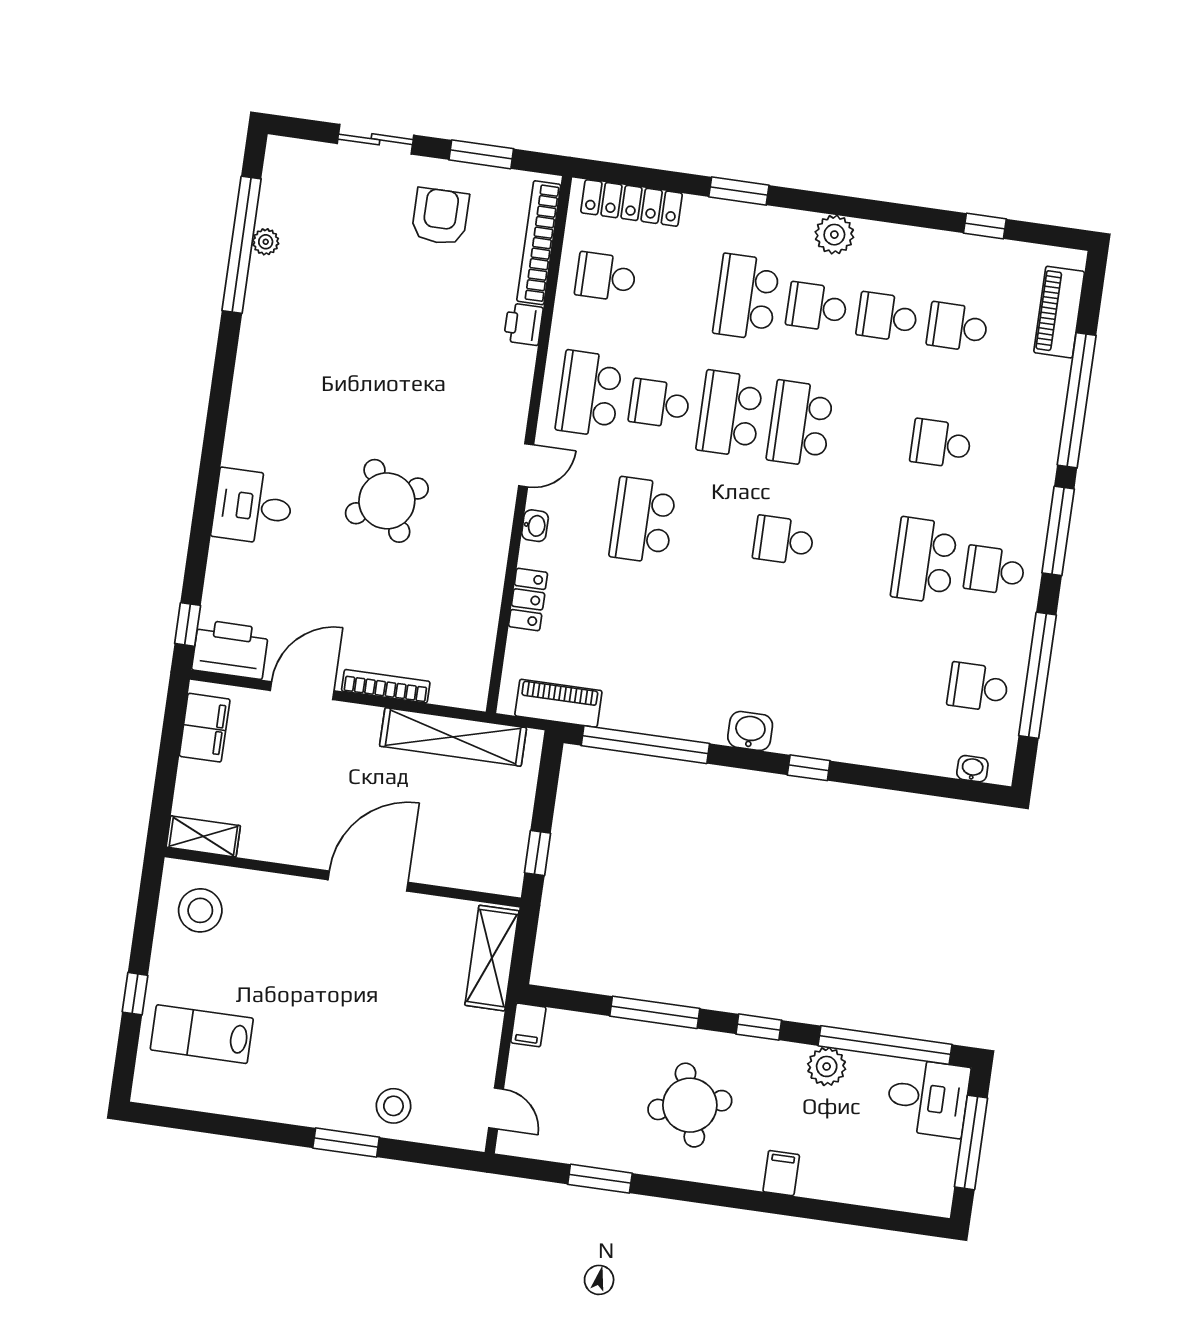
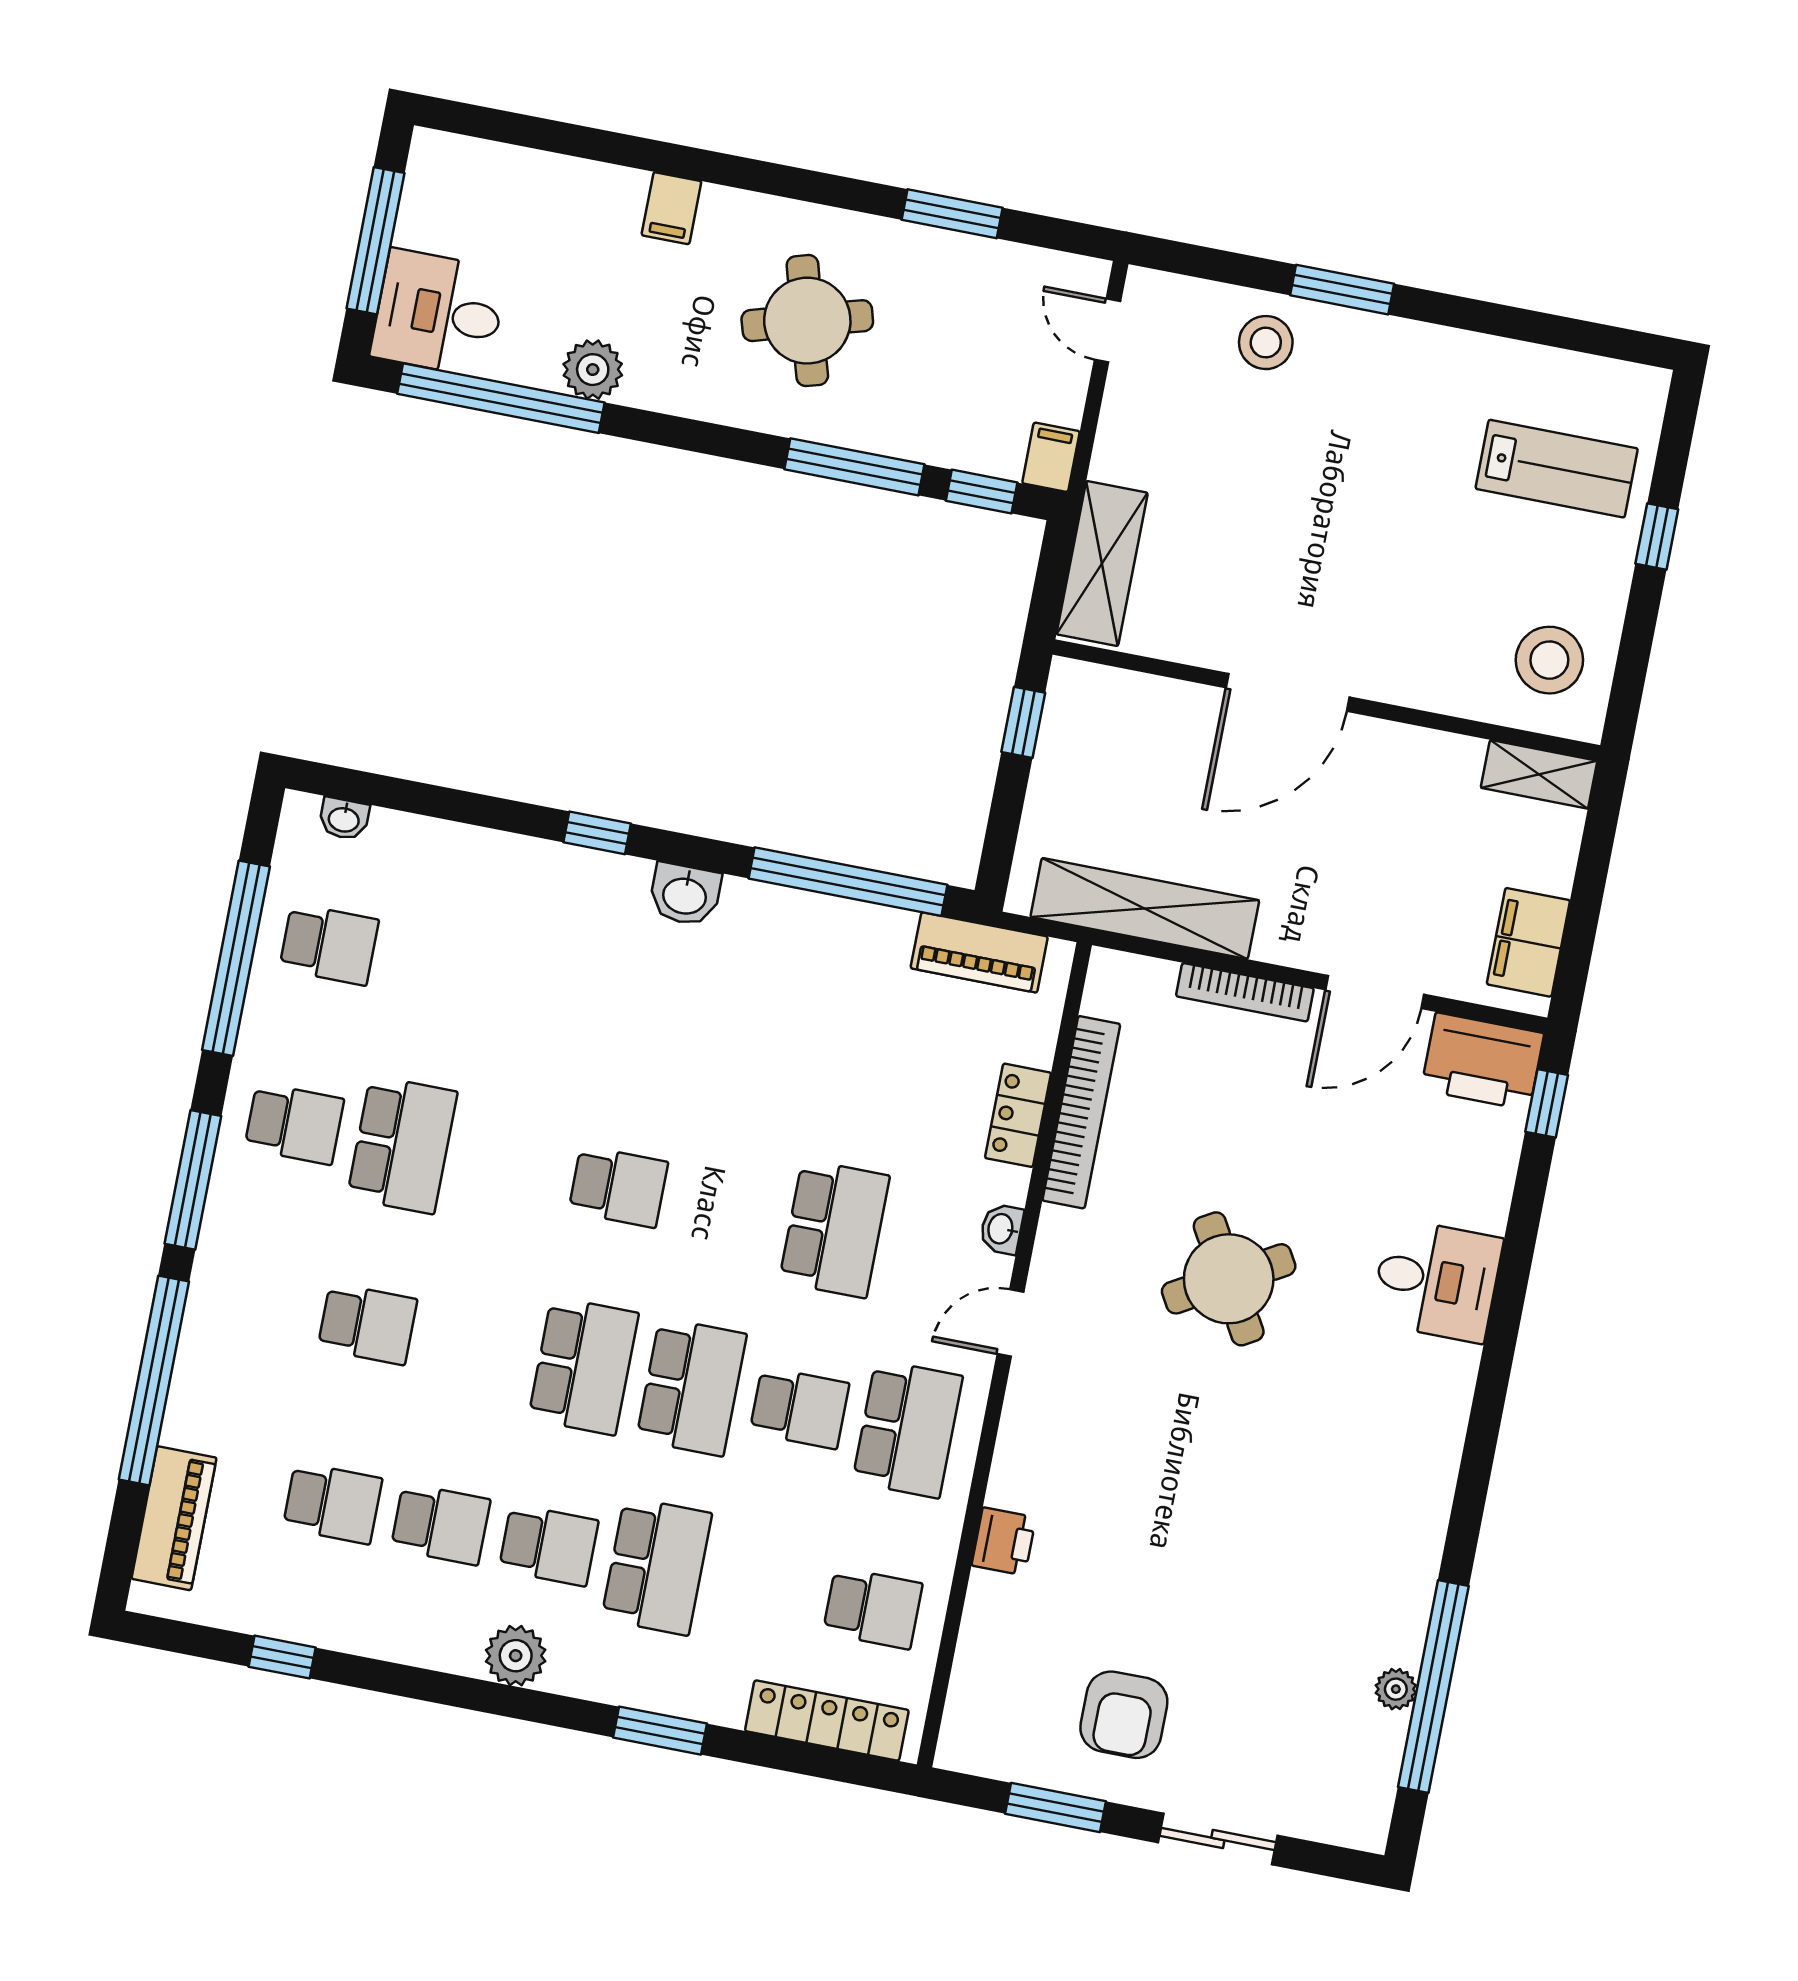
bookcase: (539, 243) -> (1081, 1112), moved
window: (759, 1027) -> (982, 492), moved

